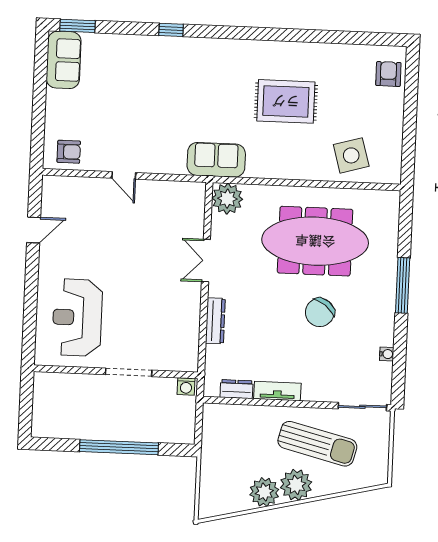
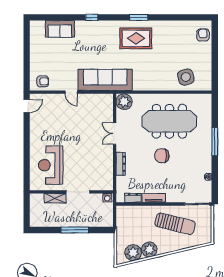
window: (78, 26) -> (139, 17), moved
sofa: (64, 60) -> (60, 29), moved, turned 90
rug: (286, 101) -> (136, 38), moved
sofa: (216, 160) -> (105, 80), width x1.85, depth x1.27
door: (34, 230) -> (27, 106), moved
chair: (320, 312) -> (162, 156), moved, turned 52
shelving: (83, 383) -> (55, 198), added
window: (119, 447) -> (75, 230), width x0.68
plant: (296, 485) -> (133, 253), moved

